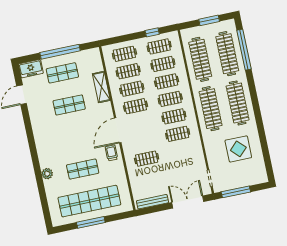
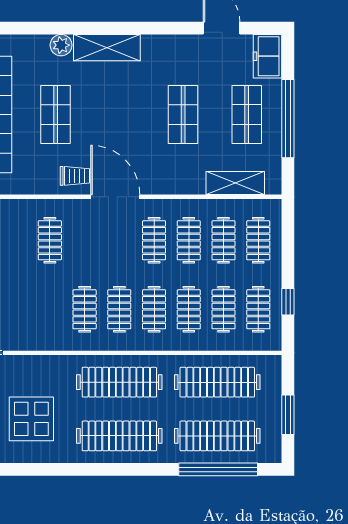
shelving: (101, 87) -> (235, 183), moved
shelving: (44, 150) -> (107, 48), added

